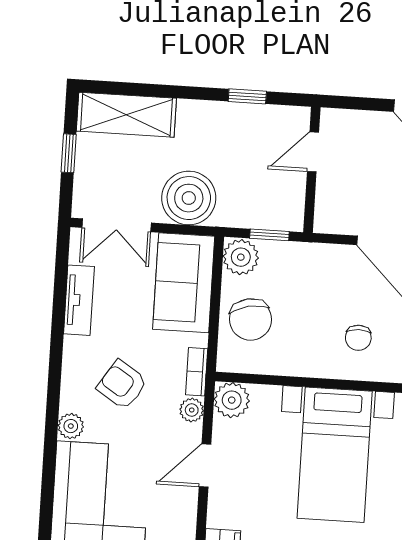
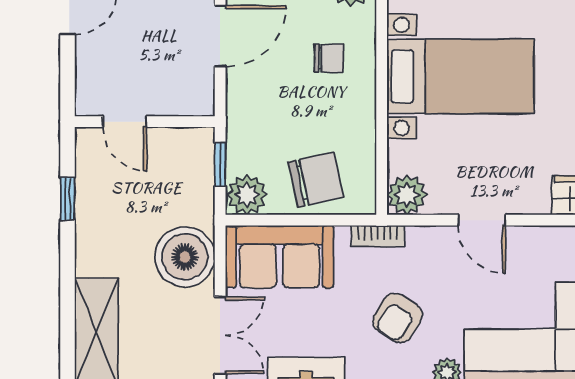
plant: (192, 410) -> (421, 239), removed

